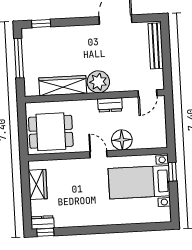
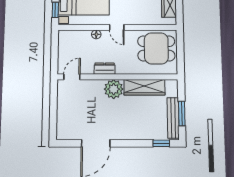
bench: (156, 46) -> (173, 118), moved
window: (19, 58) -> (182, 113), width x0.69
floor lamp: (122, 140) -> (96, 34), width x0.53, depth x0.53

